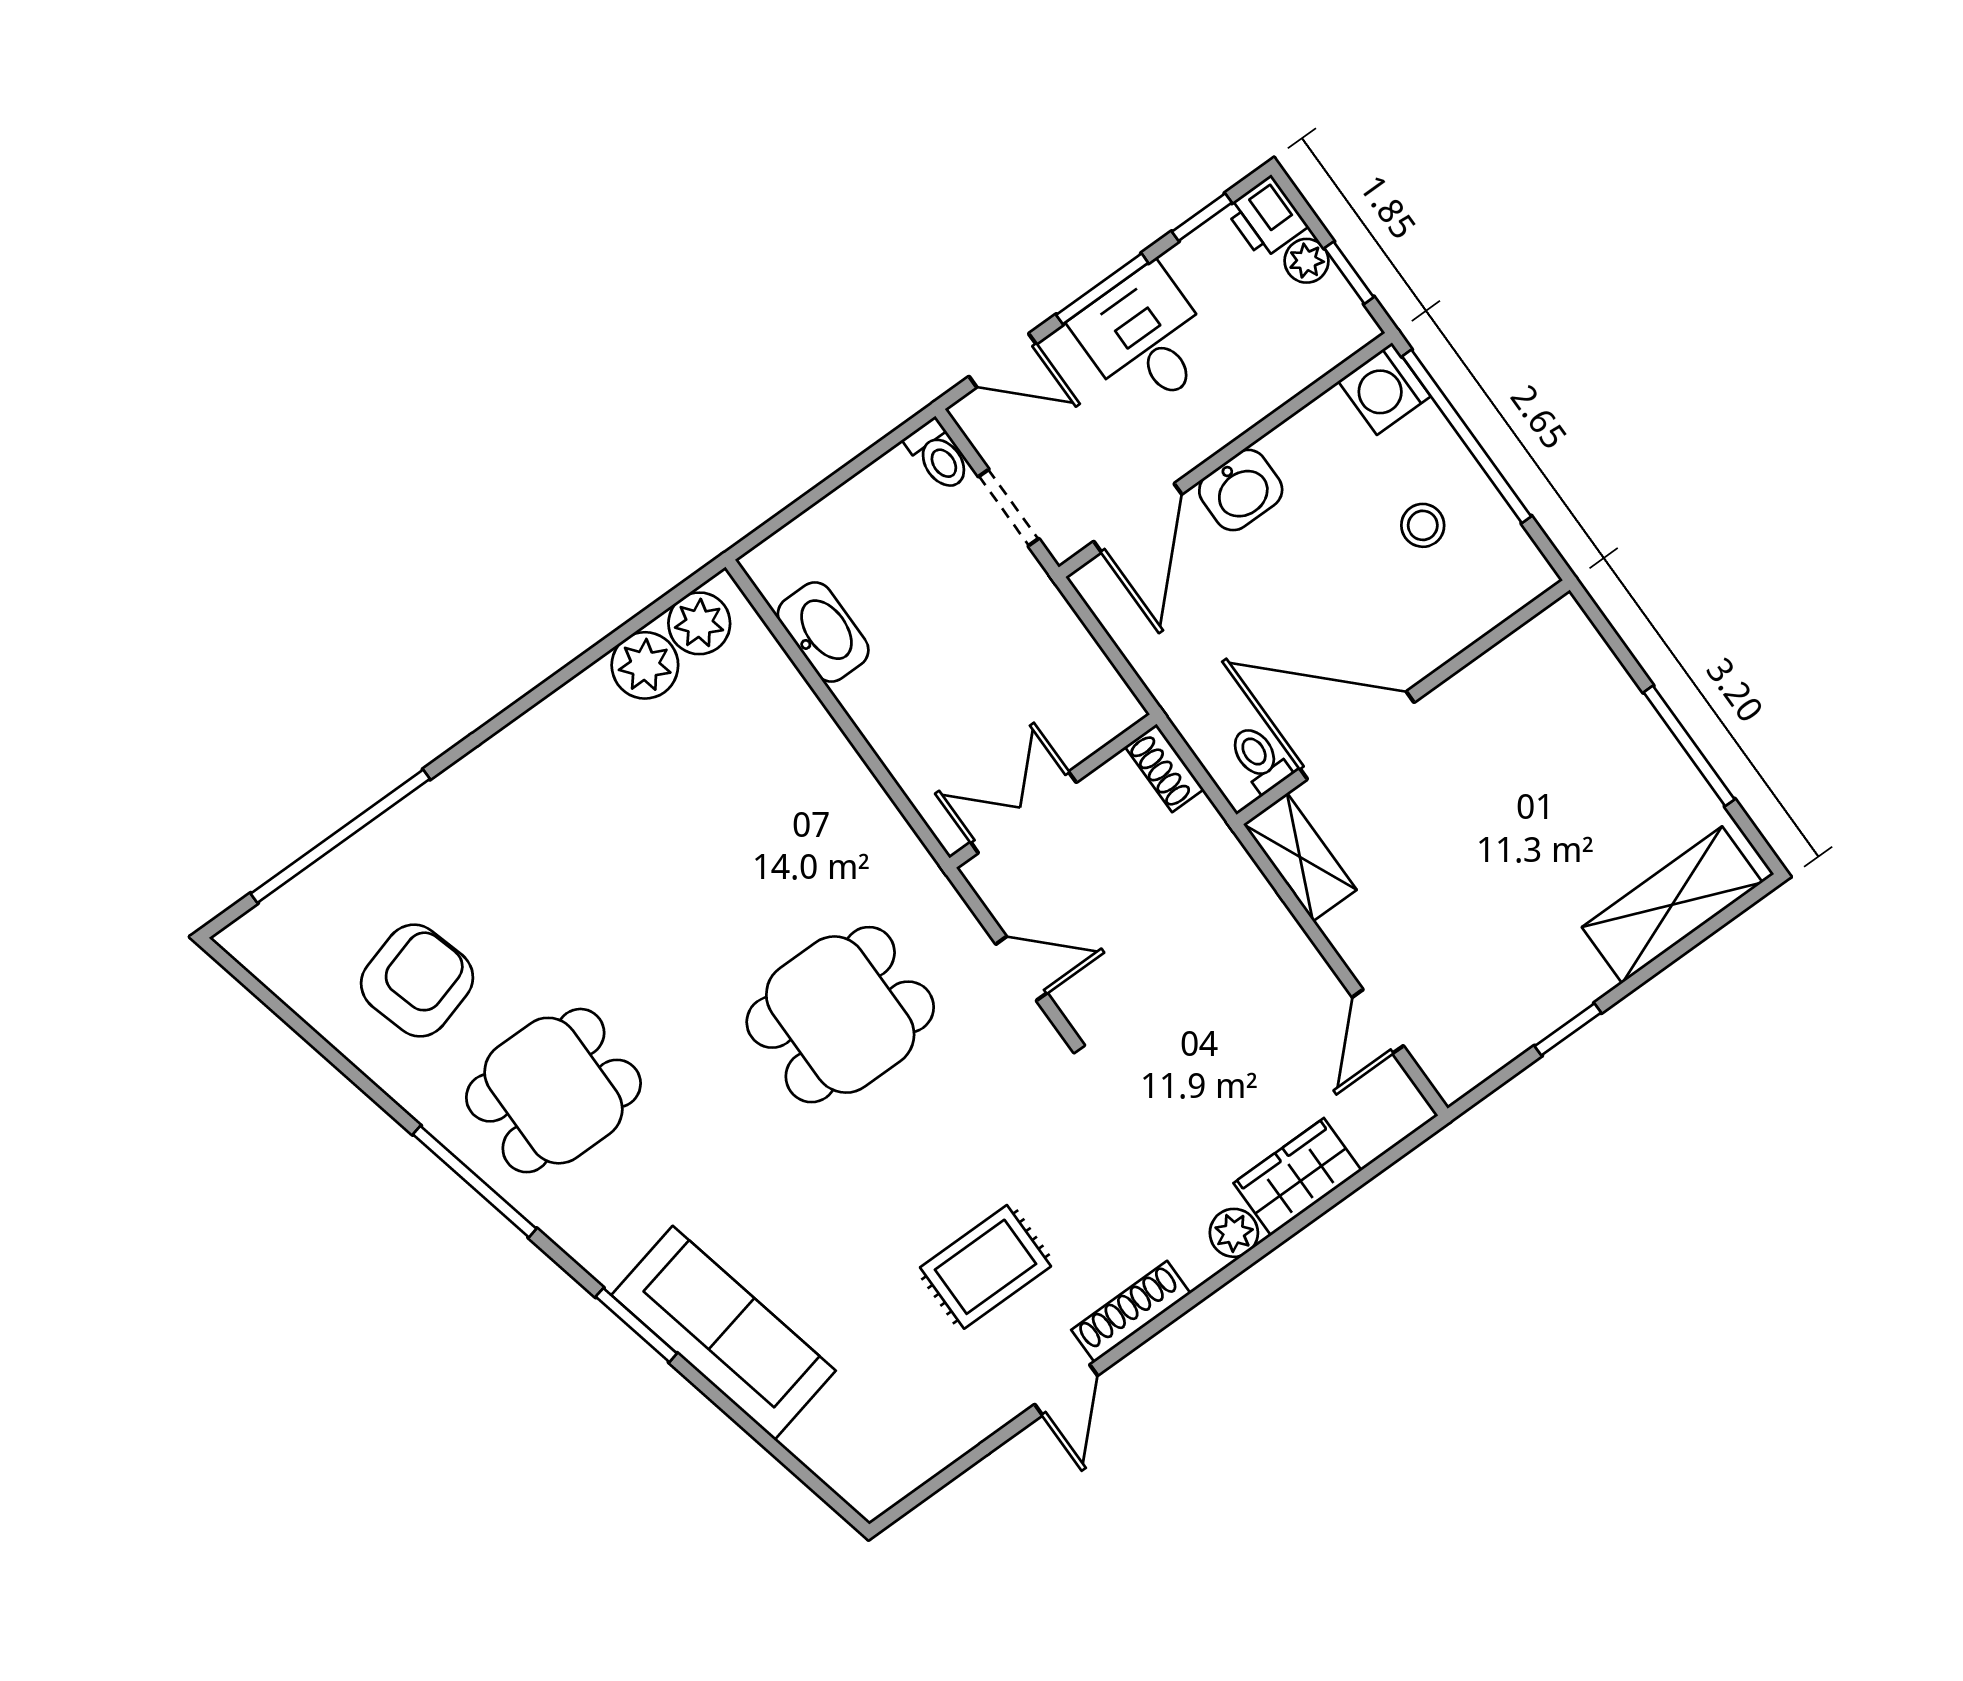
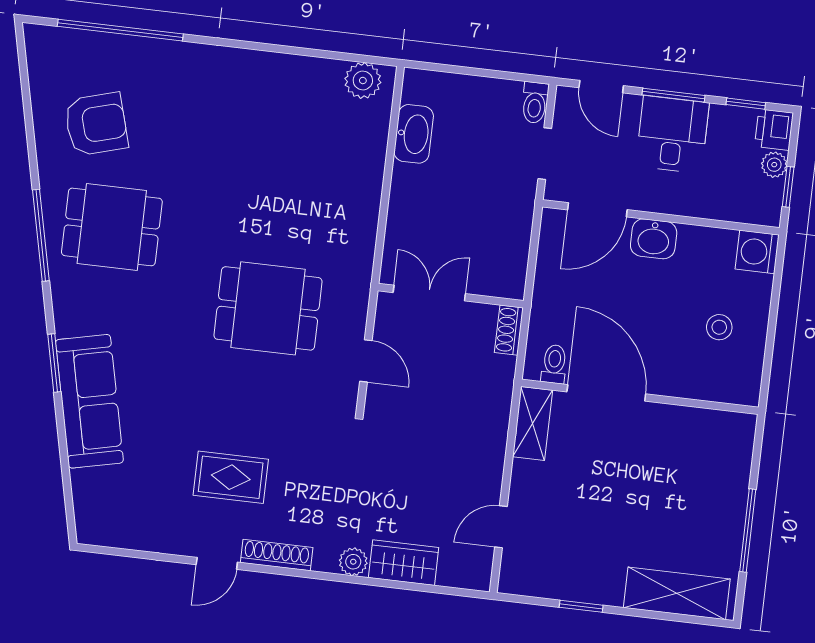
window: (1467, 436) -> (774, 306), removed
plant: (645, 665) -> (322, 77), removed

